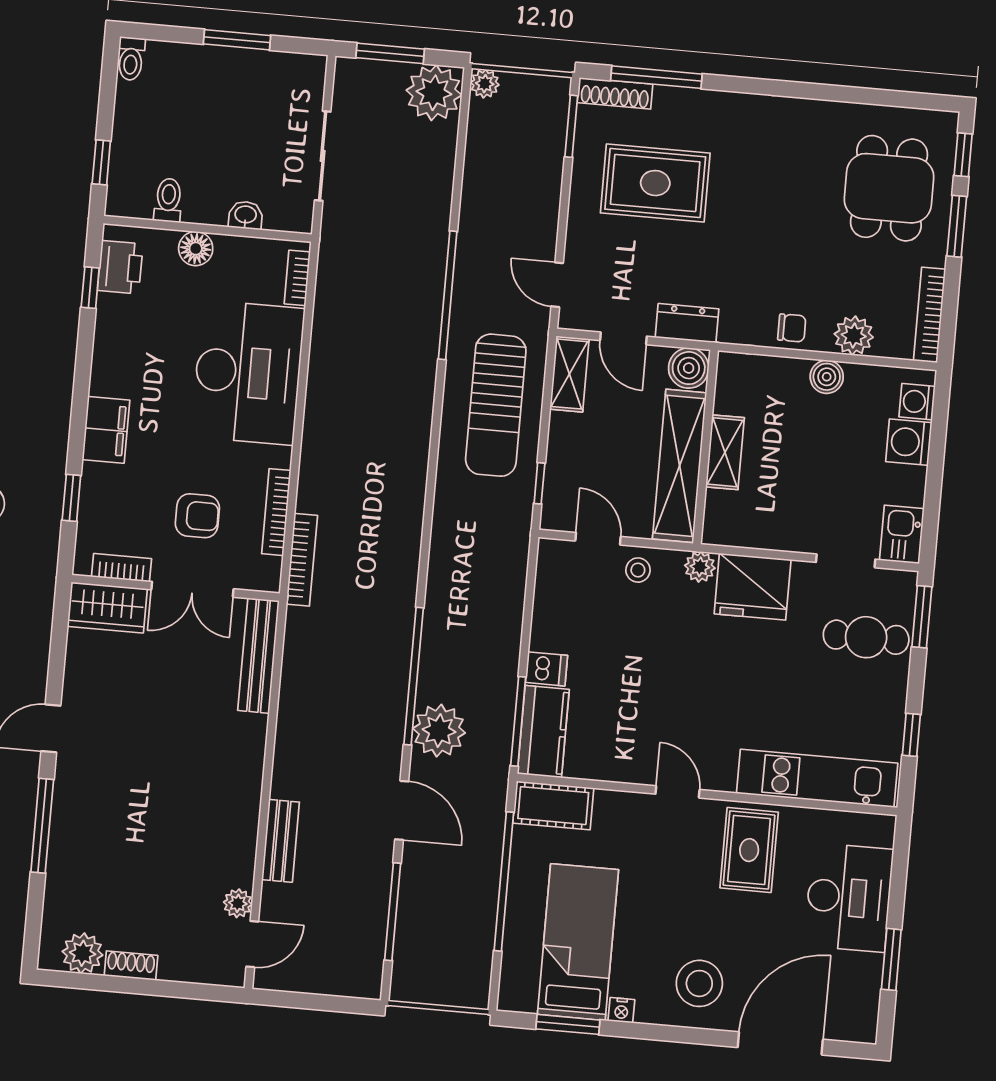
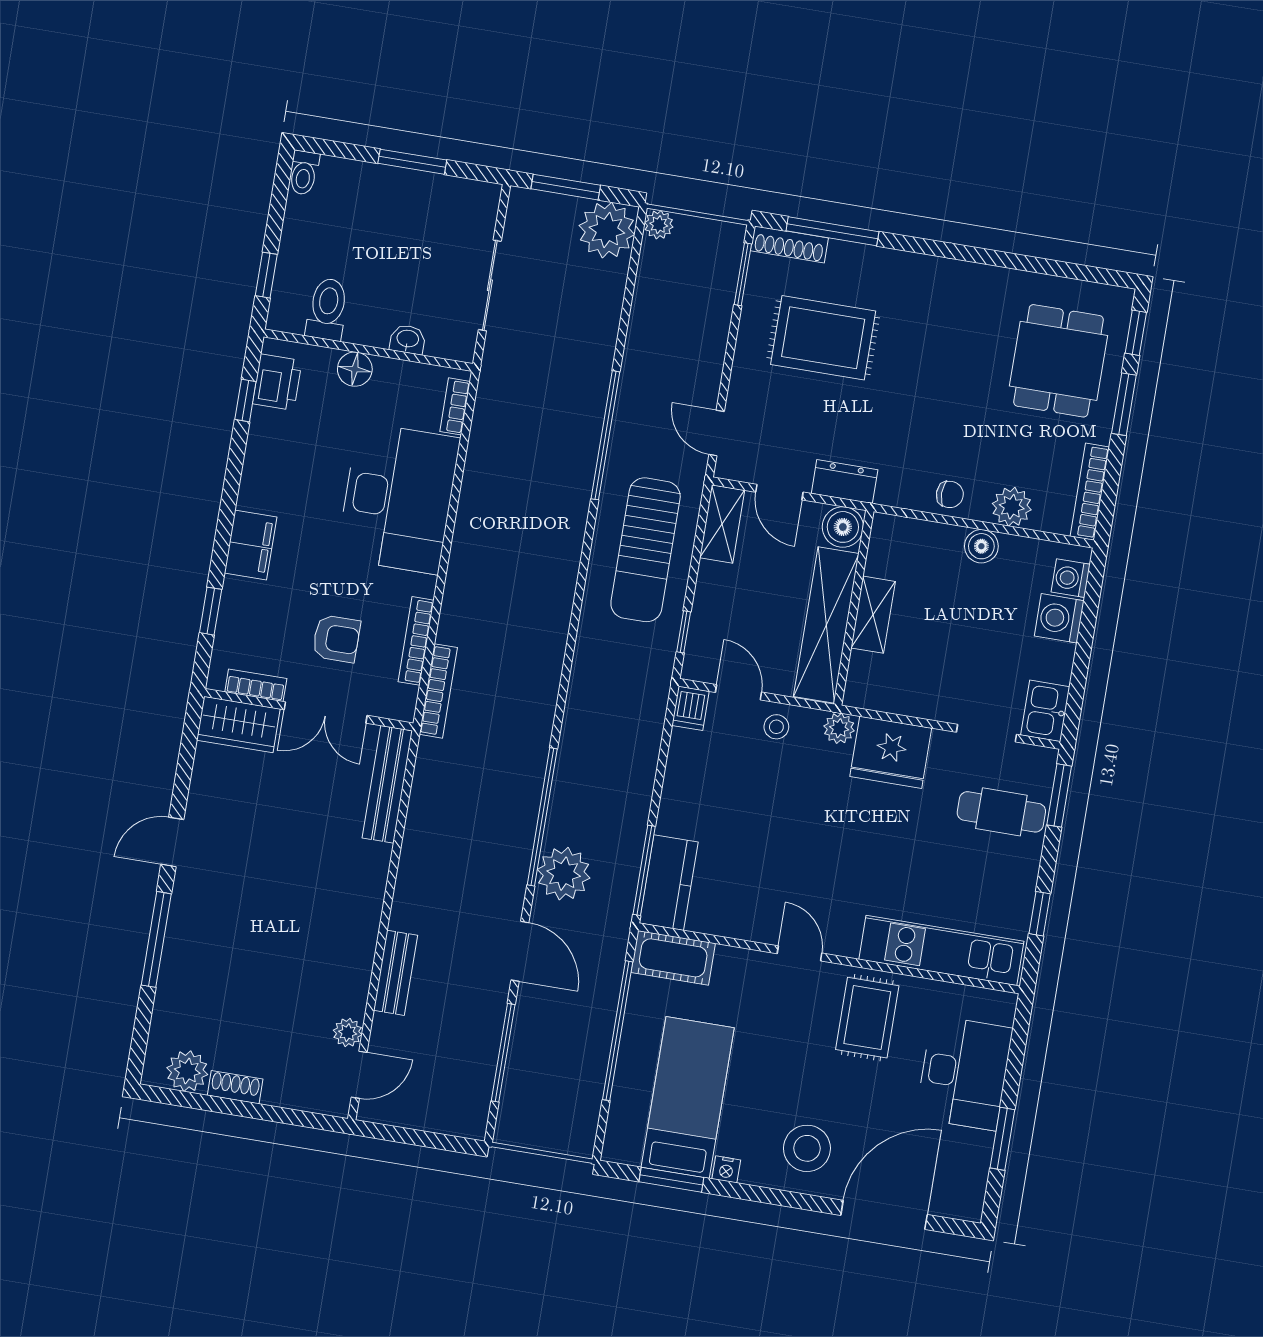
toilet: (168, 200) -> (327, 309), width x1.37, depth x1.39
dishwasher: (546, 669) -> (690, 708), moved, turned 90

